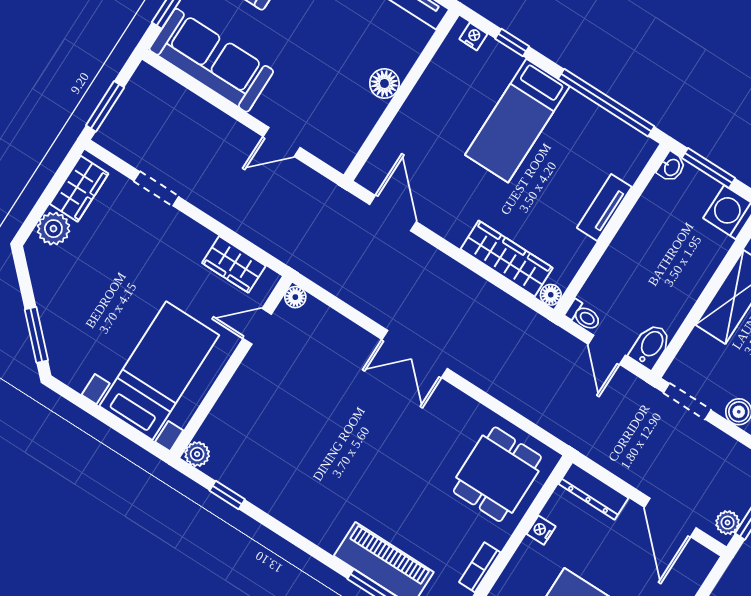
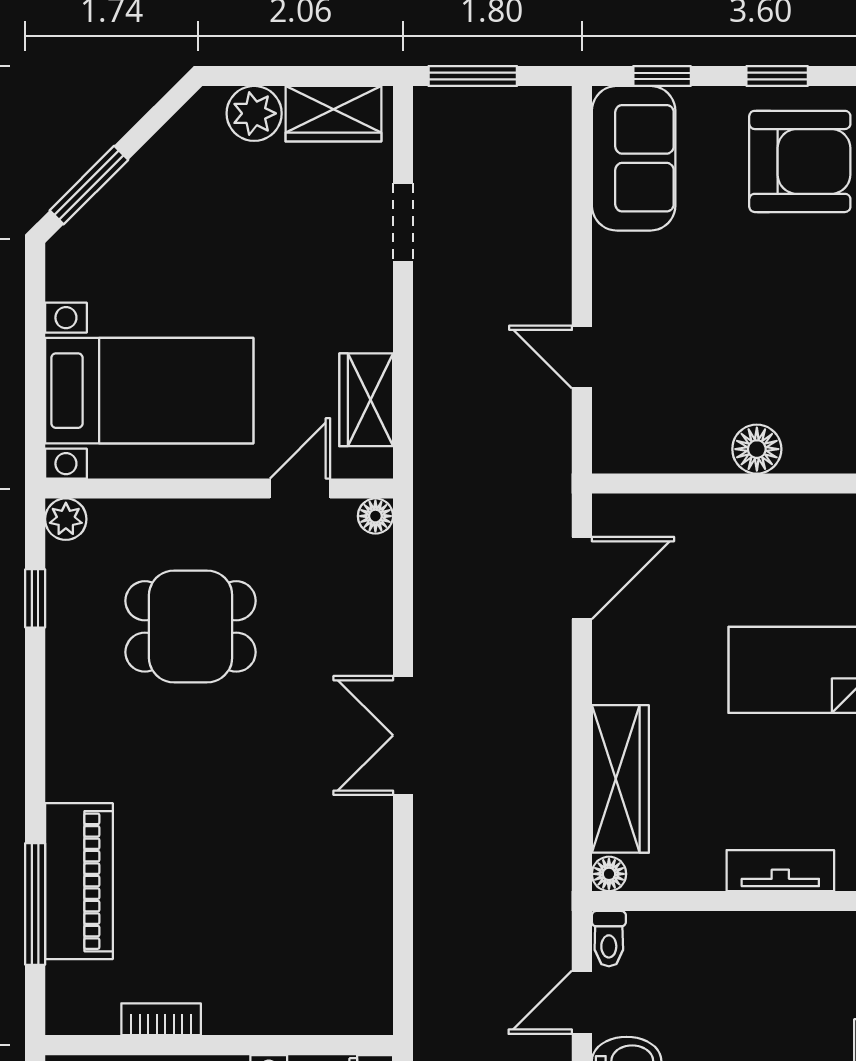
sofa: (211, 60) -> (634, 158), width x0.73
door: (257, 326) -> (300, 489), hinge flipped
dining table: (497, 474) -> (191, 626), moved

